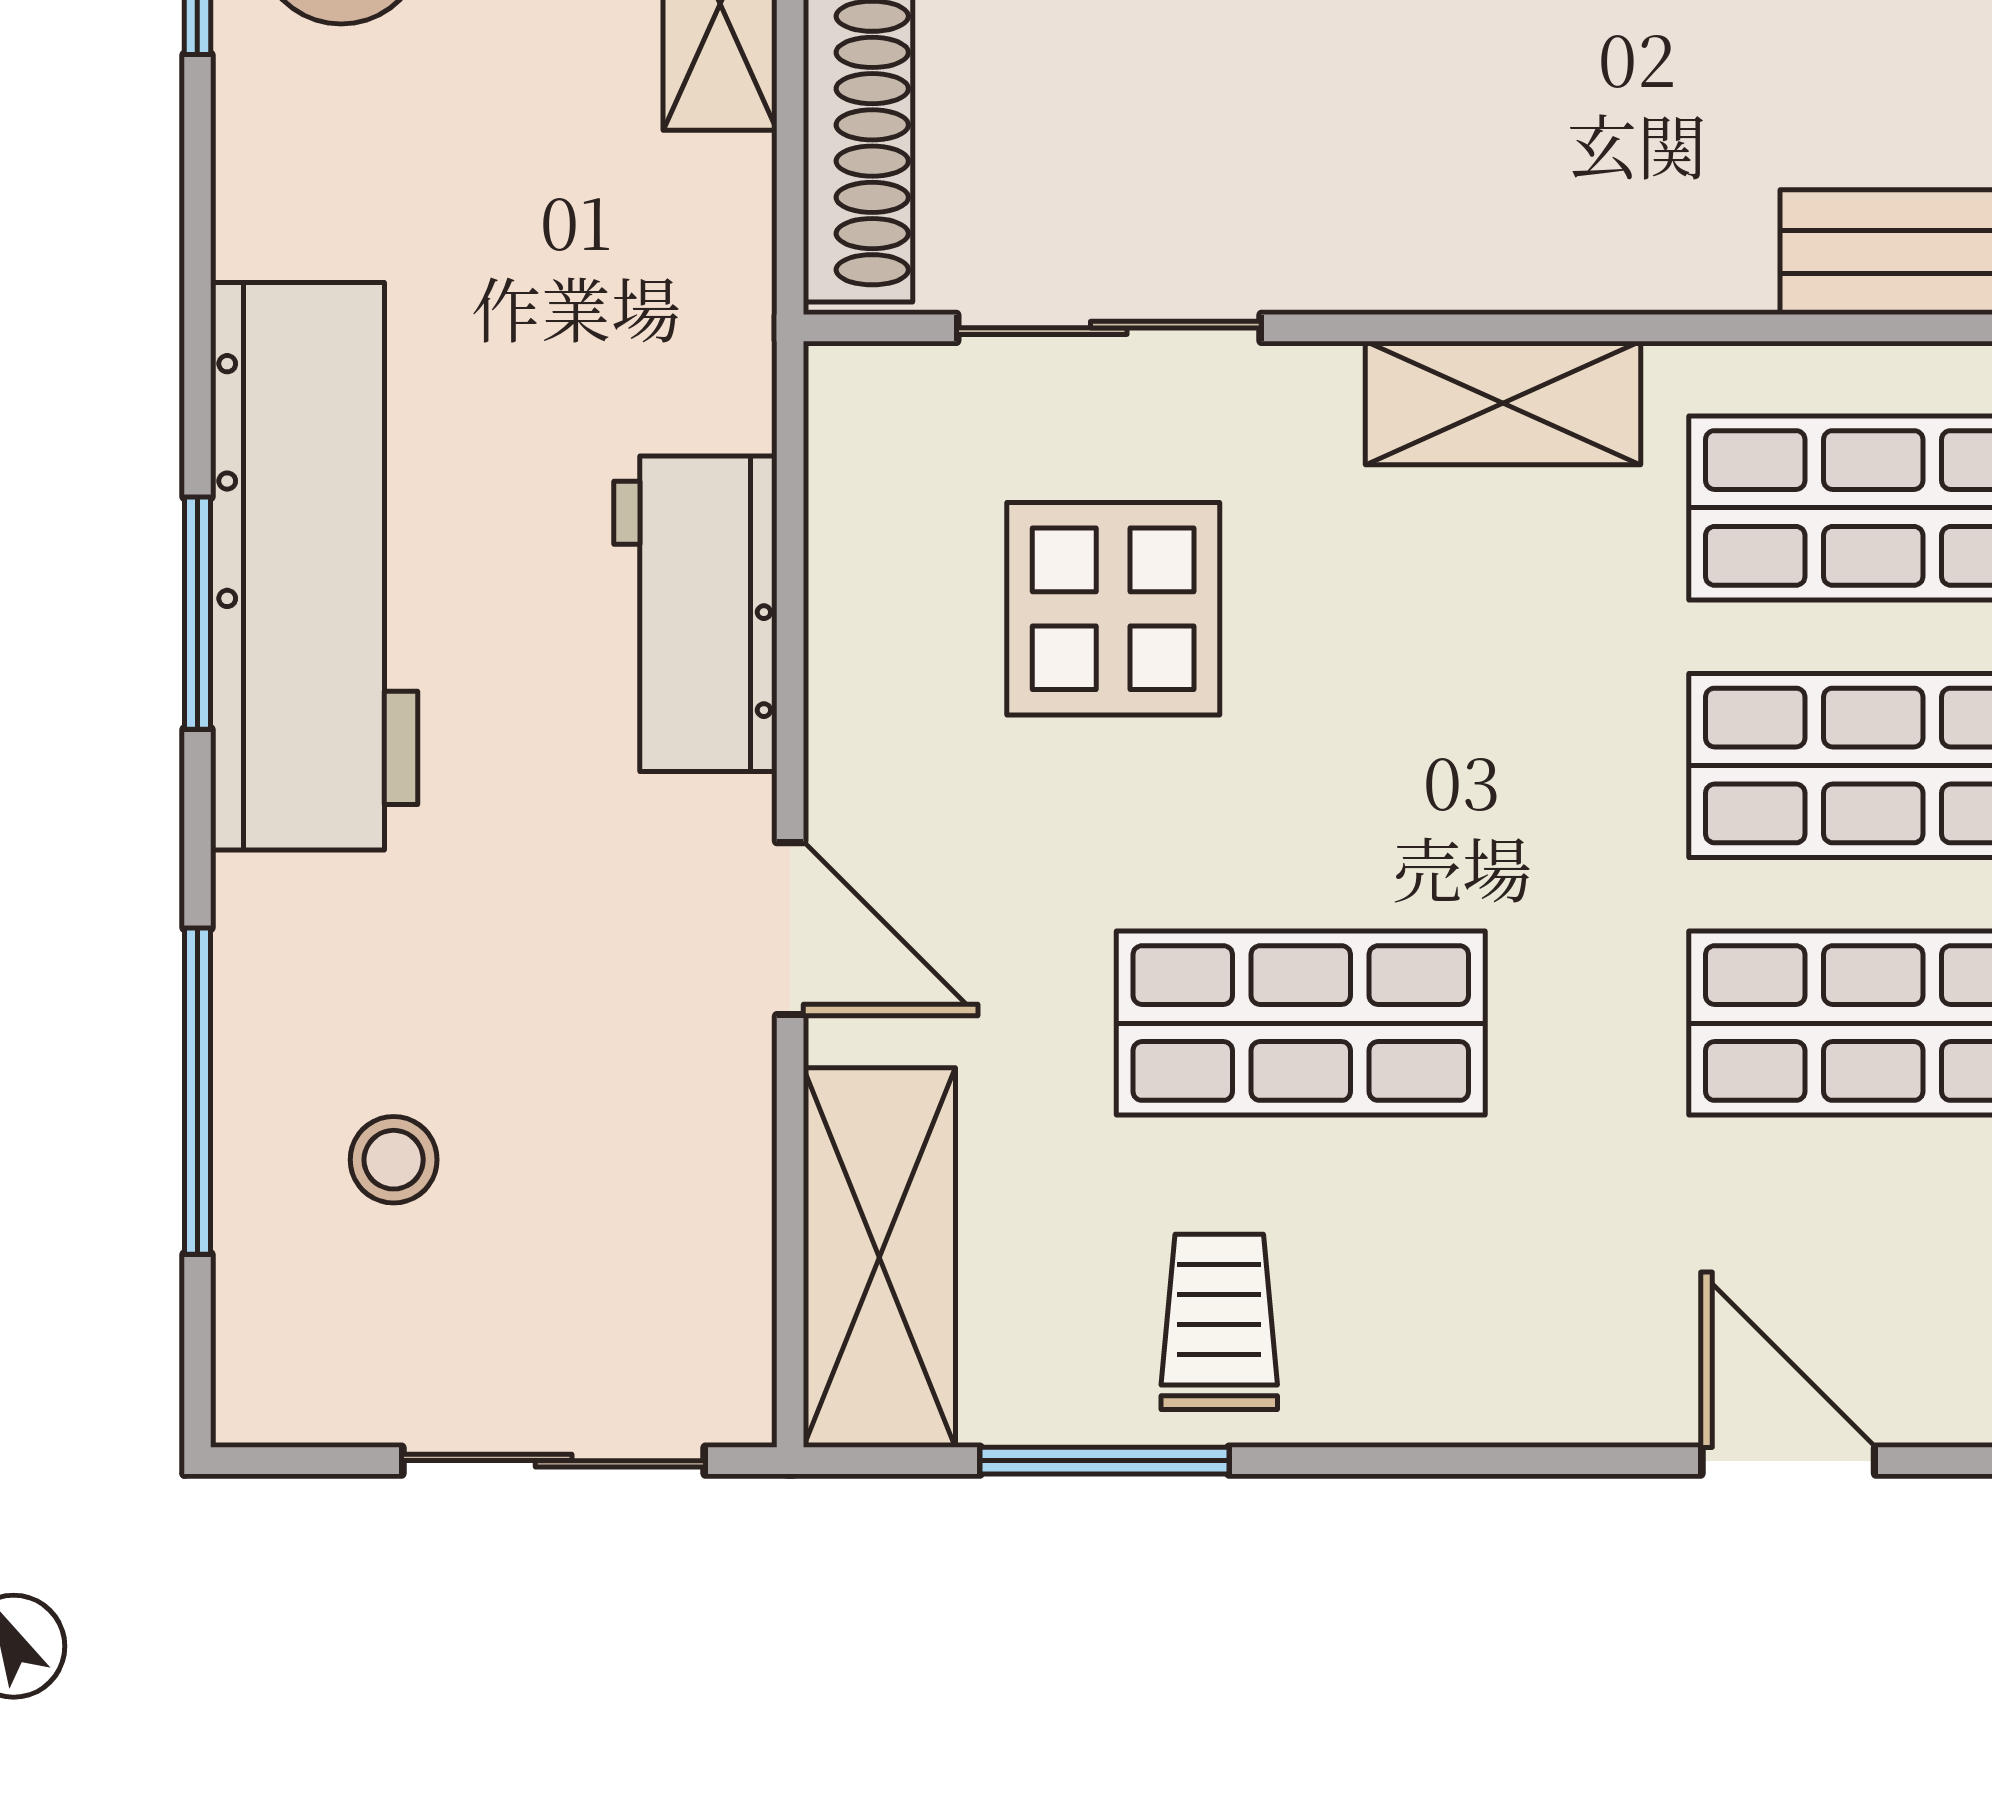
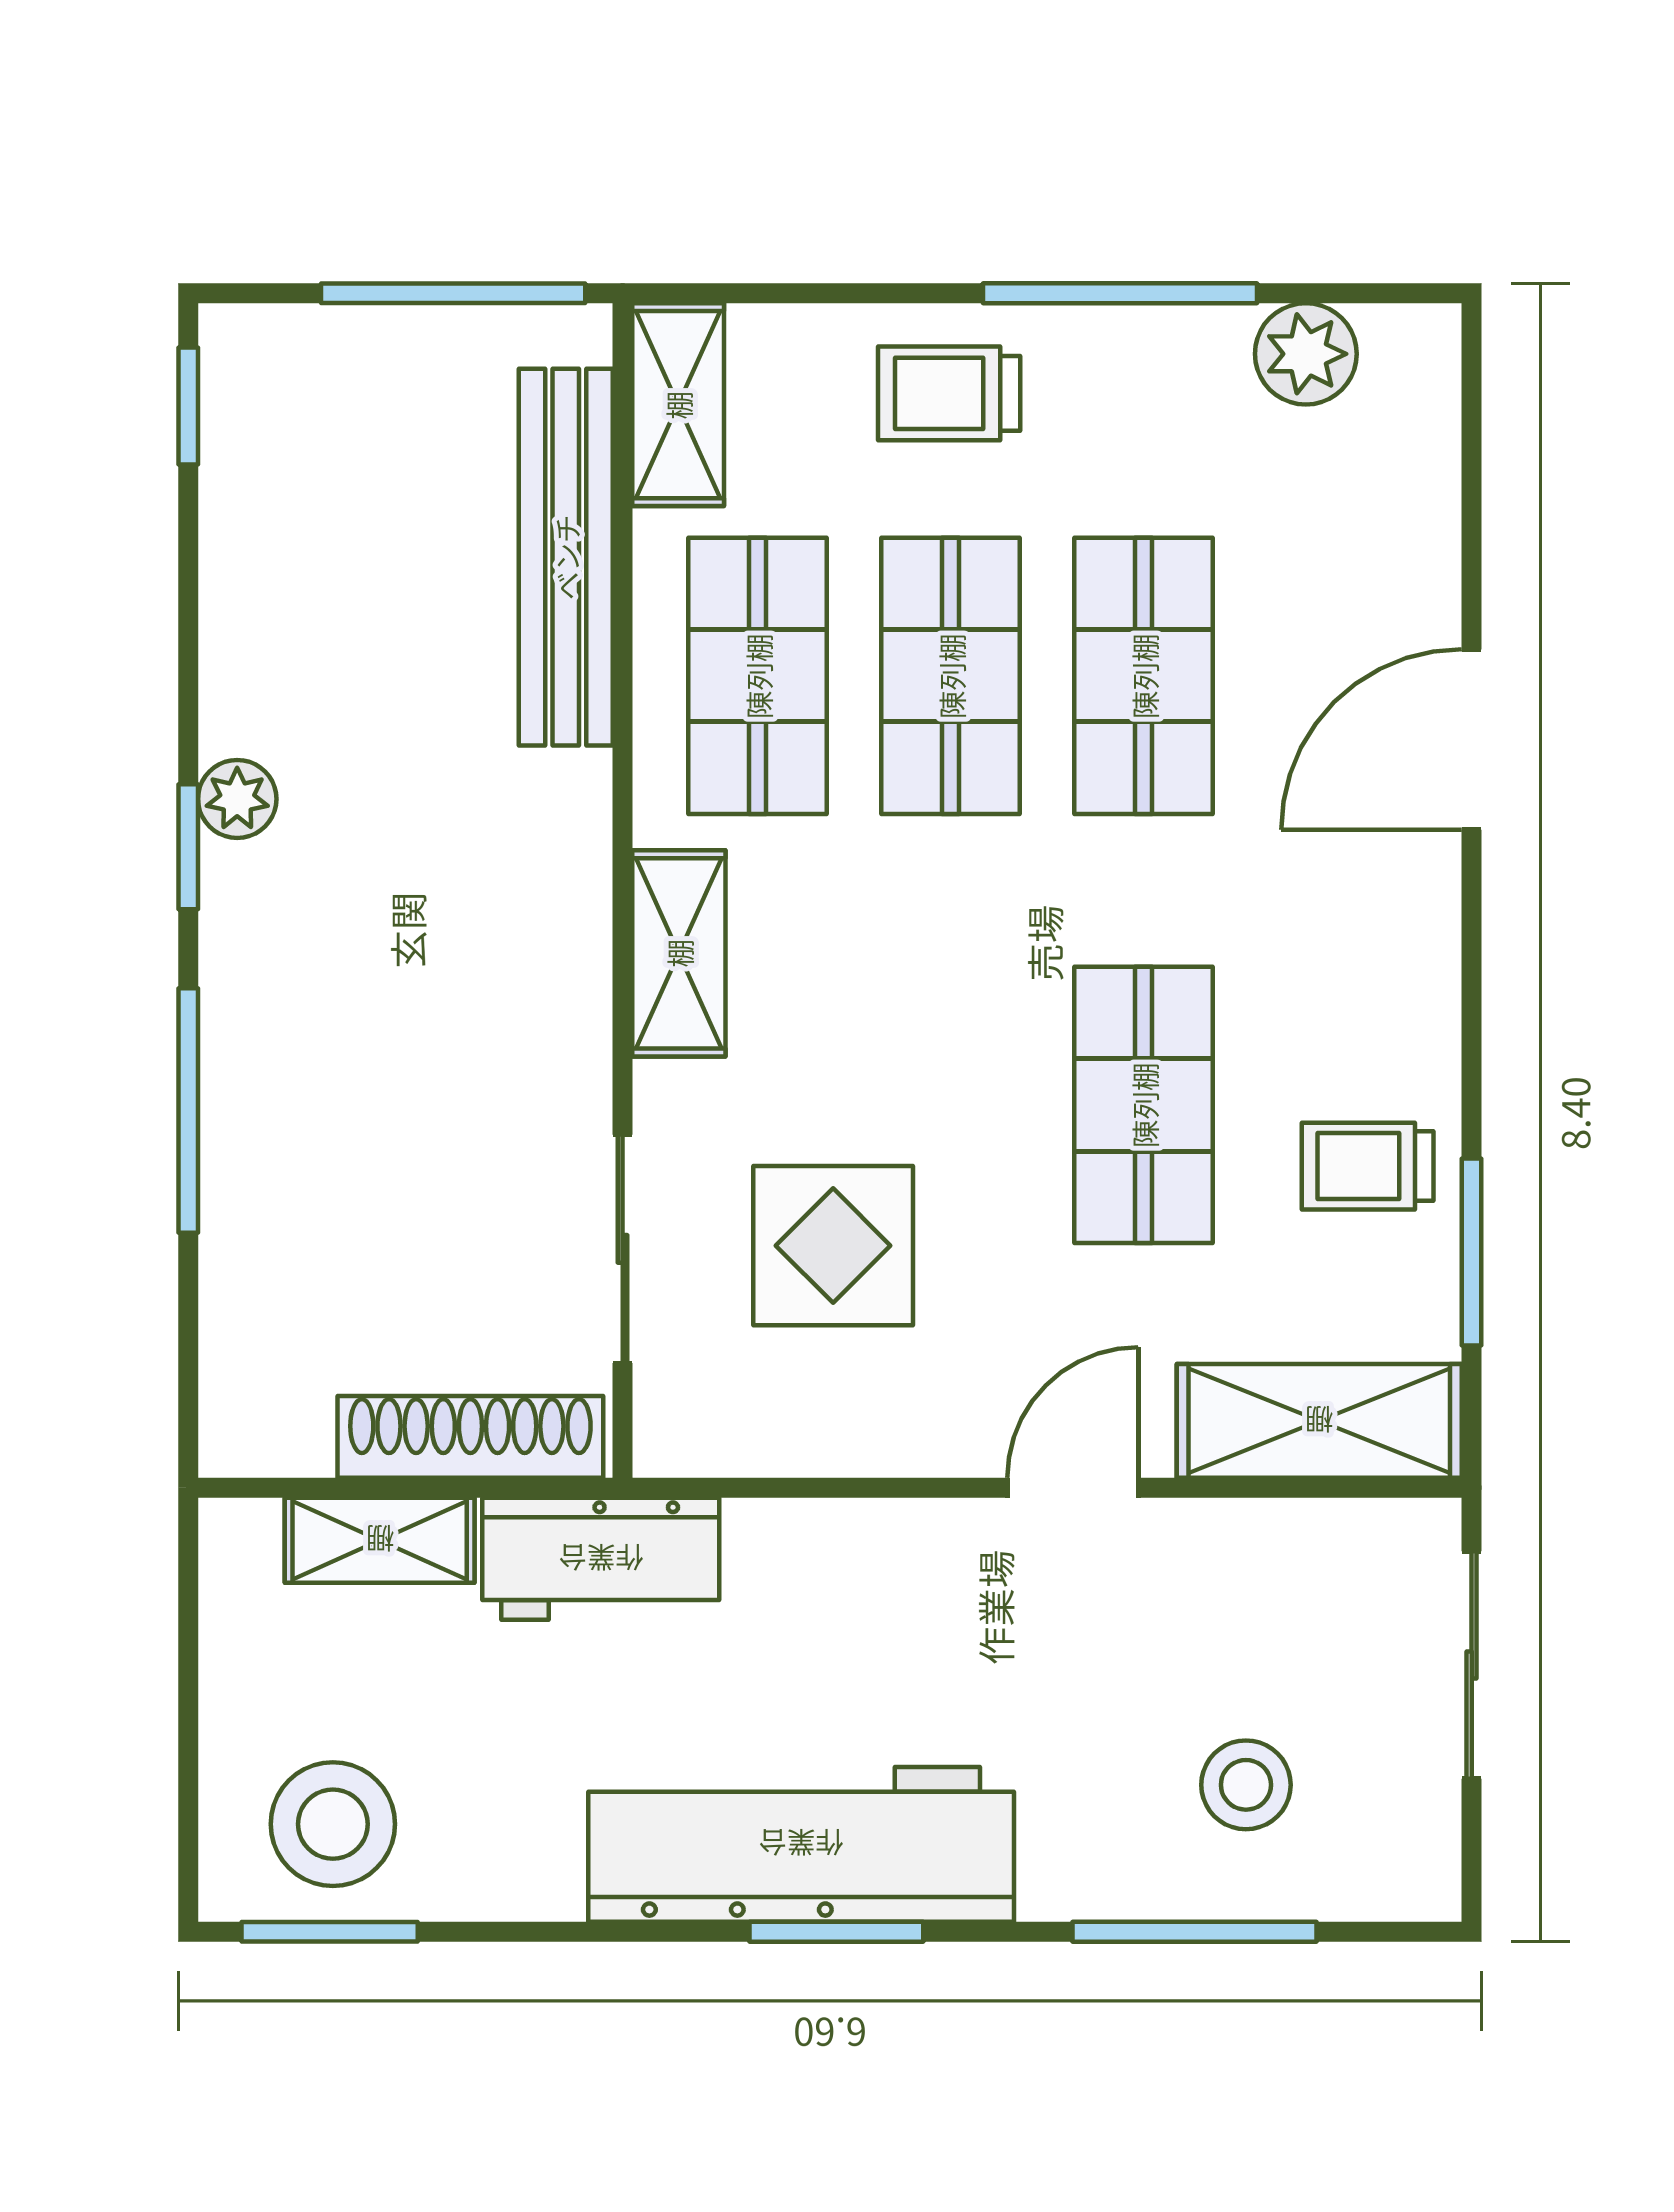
workbench: (695, 614) -> (601, 1559), moved
stool: (394, 1160) -> (1246, 1785), width x1.37, depth x1.37
door: (1788, 1461) -> (1472, 740), width x1.38

